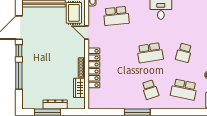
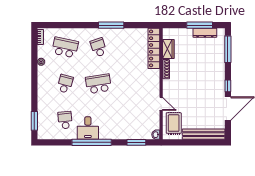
school desk: (116, 16) -> (65, 120), moved, width x0.54
locker: (94, 68) -> (154, 48), moved
window: (19, 76) -> (228, 49), moved
dresser: (55, 104) -> (205, 33), moved

